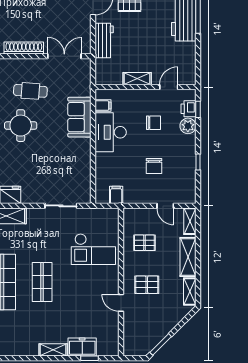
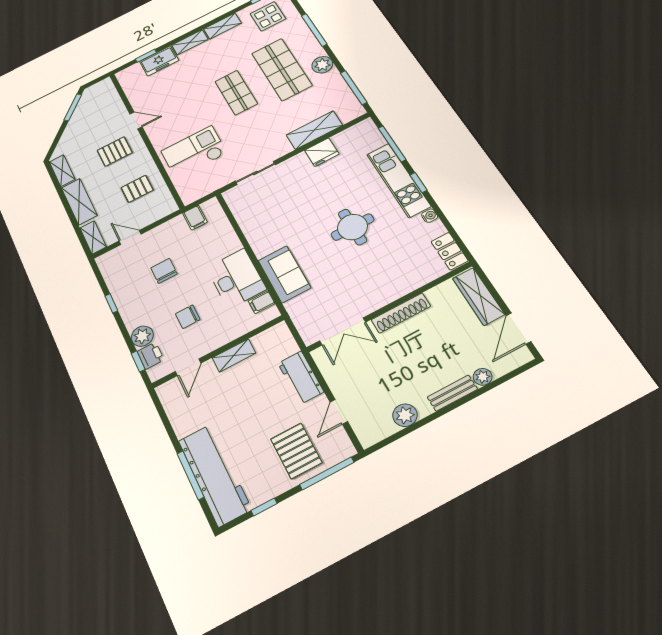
cafe table: (30, 91) -> (363, 270), removed
shelving: (24, 350) -> (222, 26), added

